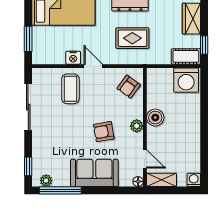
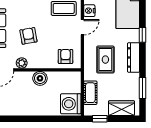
cot: (186, 56) -> (90, 93), moved
armchair: (129, 87) -> (65, 56), turned 54
plant: (137, 126) -> (22, 63), moved

